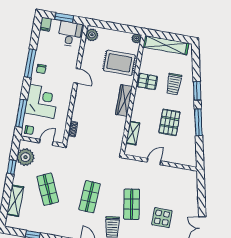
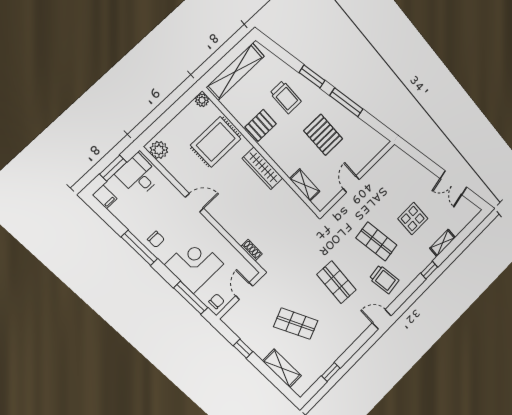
plant: (26, 157) -> (244, 326), removed

